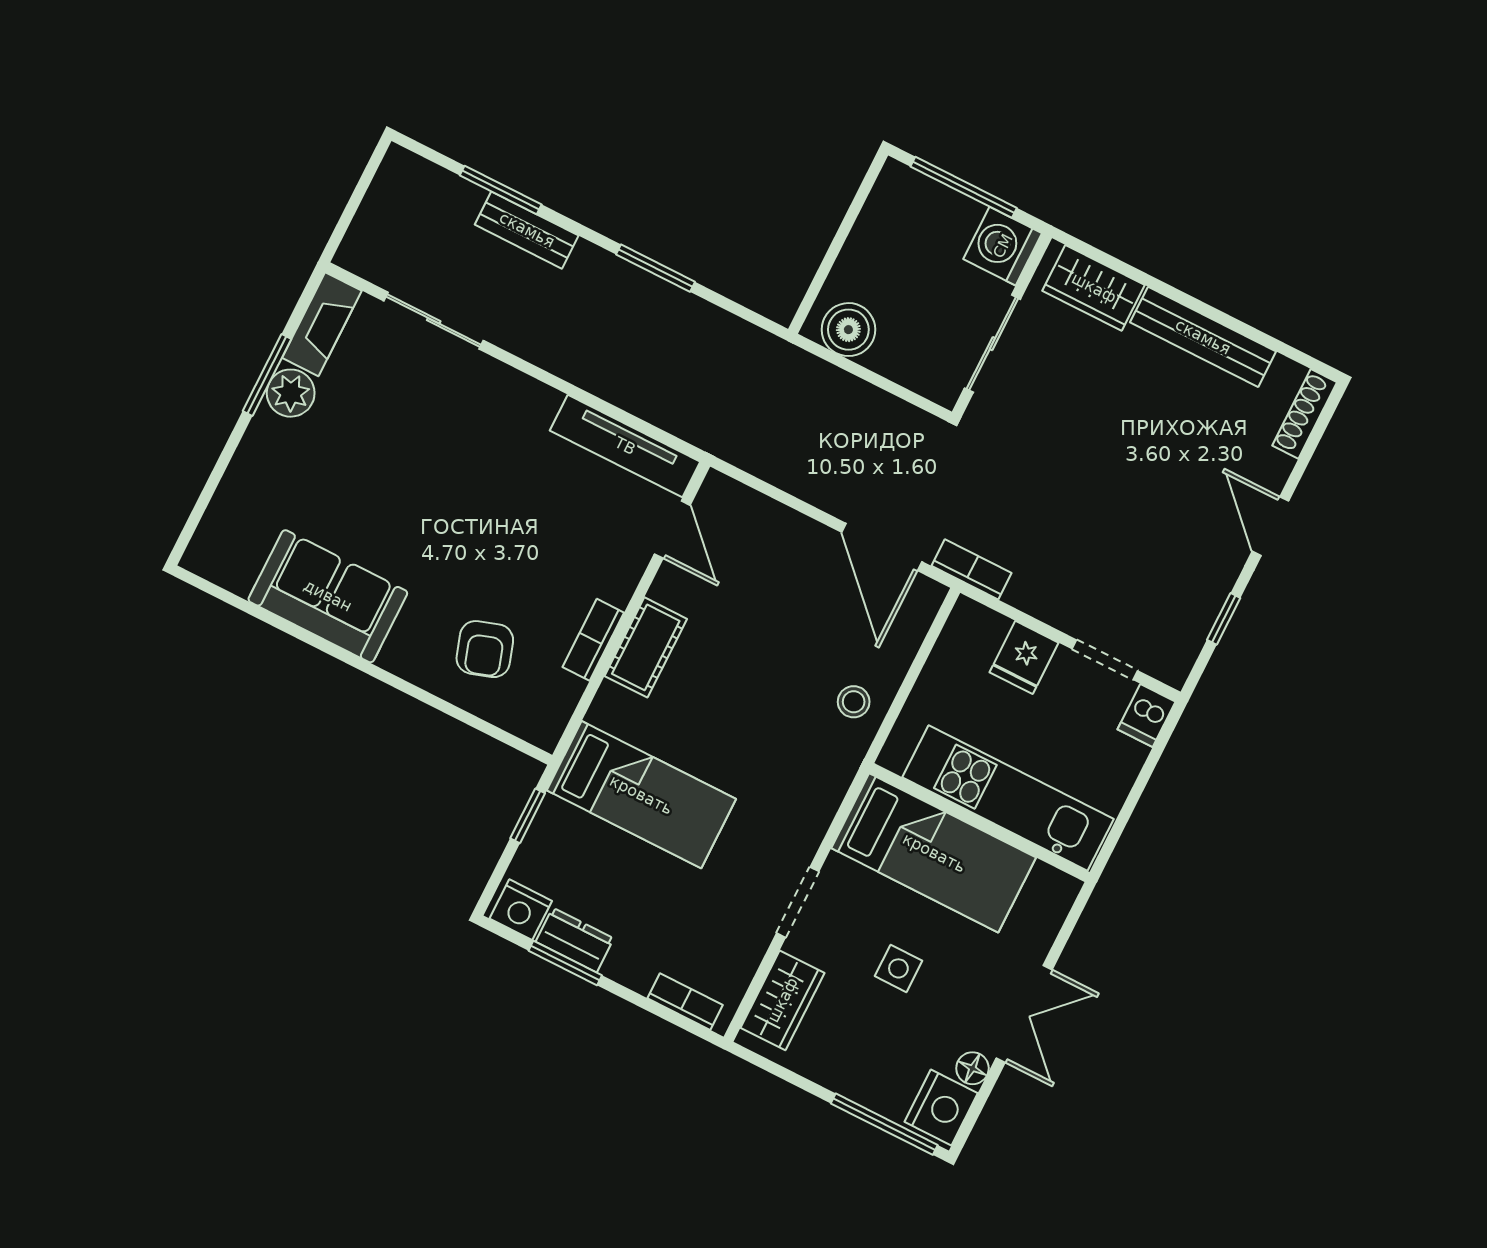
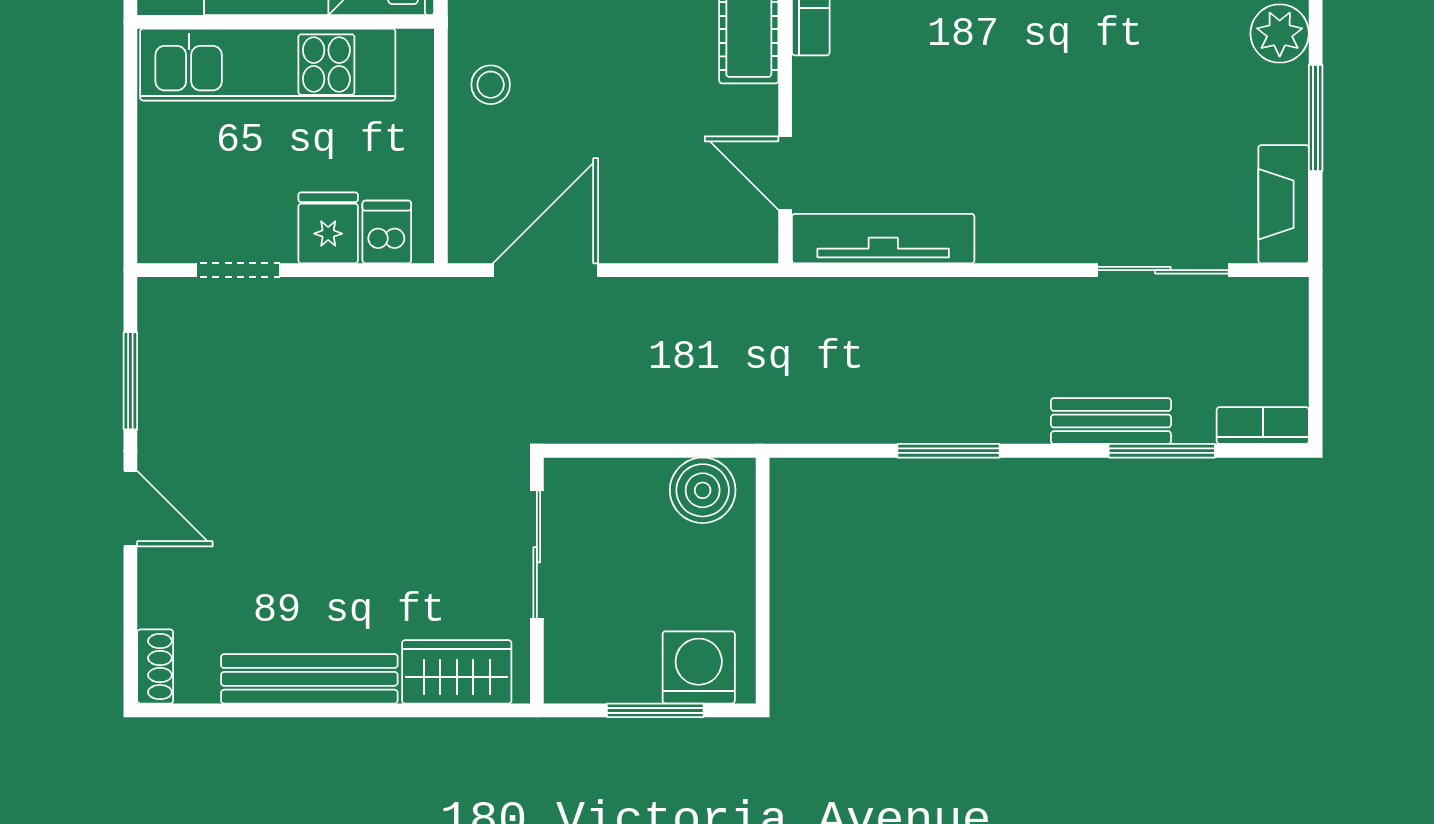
window: (964, 187) -> (655, 710), width x0.69
washing machine: (1003, 246) -> (699, 667), moved, turned -90
plant: (291, 393) -> (1280, 34), moved
shoe rack: (1305, 414) -> (155, 667), width x0.70
door: (882, 547) -> (546, 270), hinge flipped
bookcase: (972, 569) -> (1263, 426), moved, turned 180
window: (1224, 619) -> (130, 381), width x1.50
dishwasher: (1147, 715) -> (387, 232), moved

